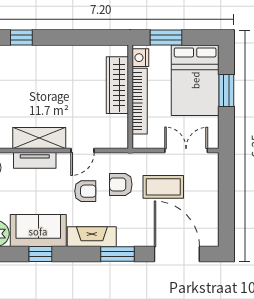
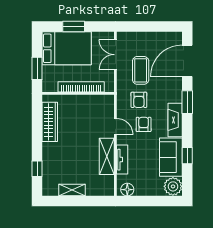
nightstand: (140, 58) -> (51, 86), removed
wardrobe: (117, 85) -> (50, 122), moved, turned -90

